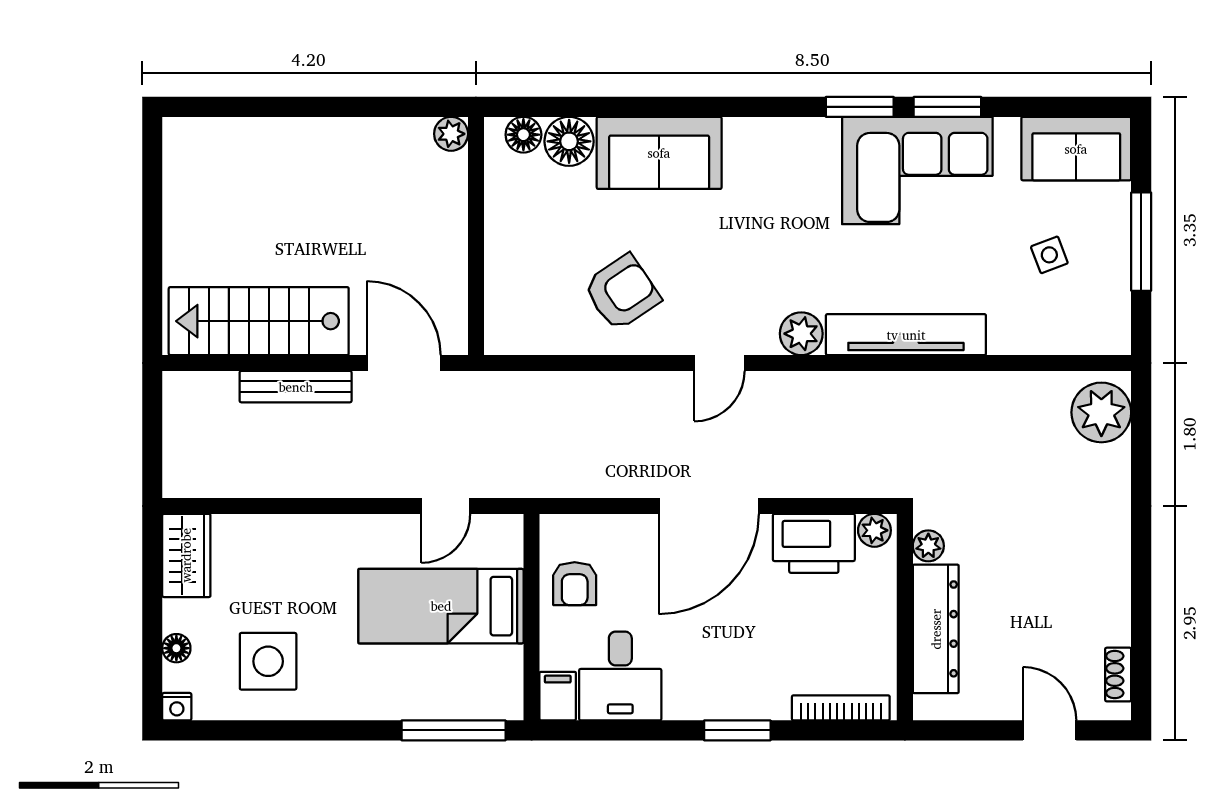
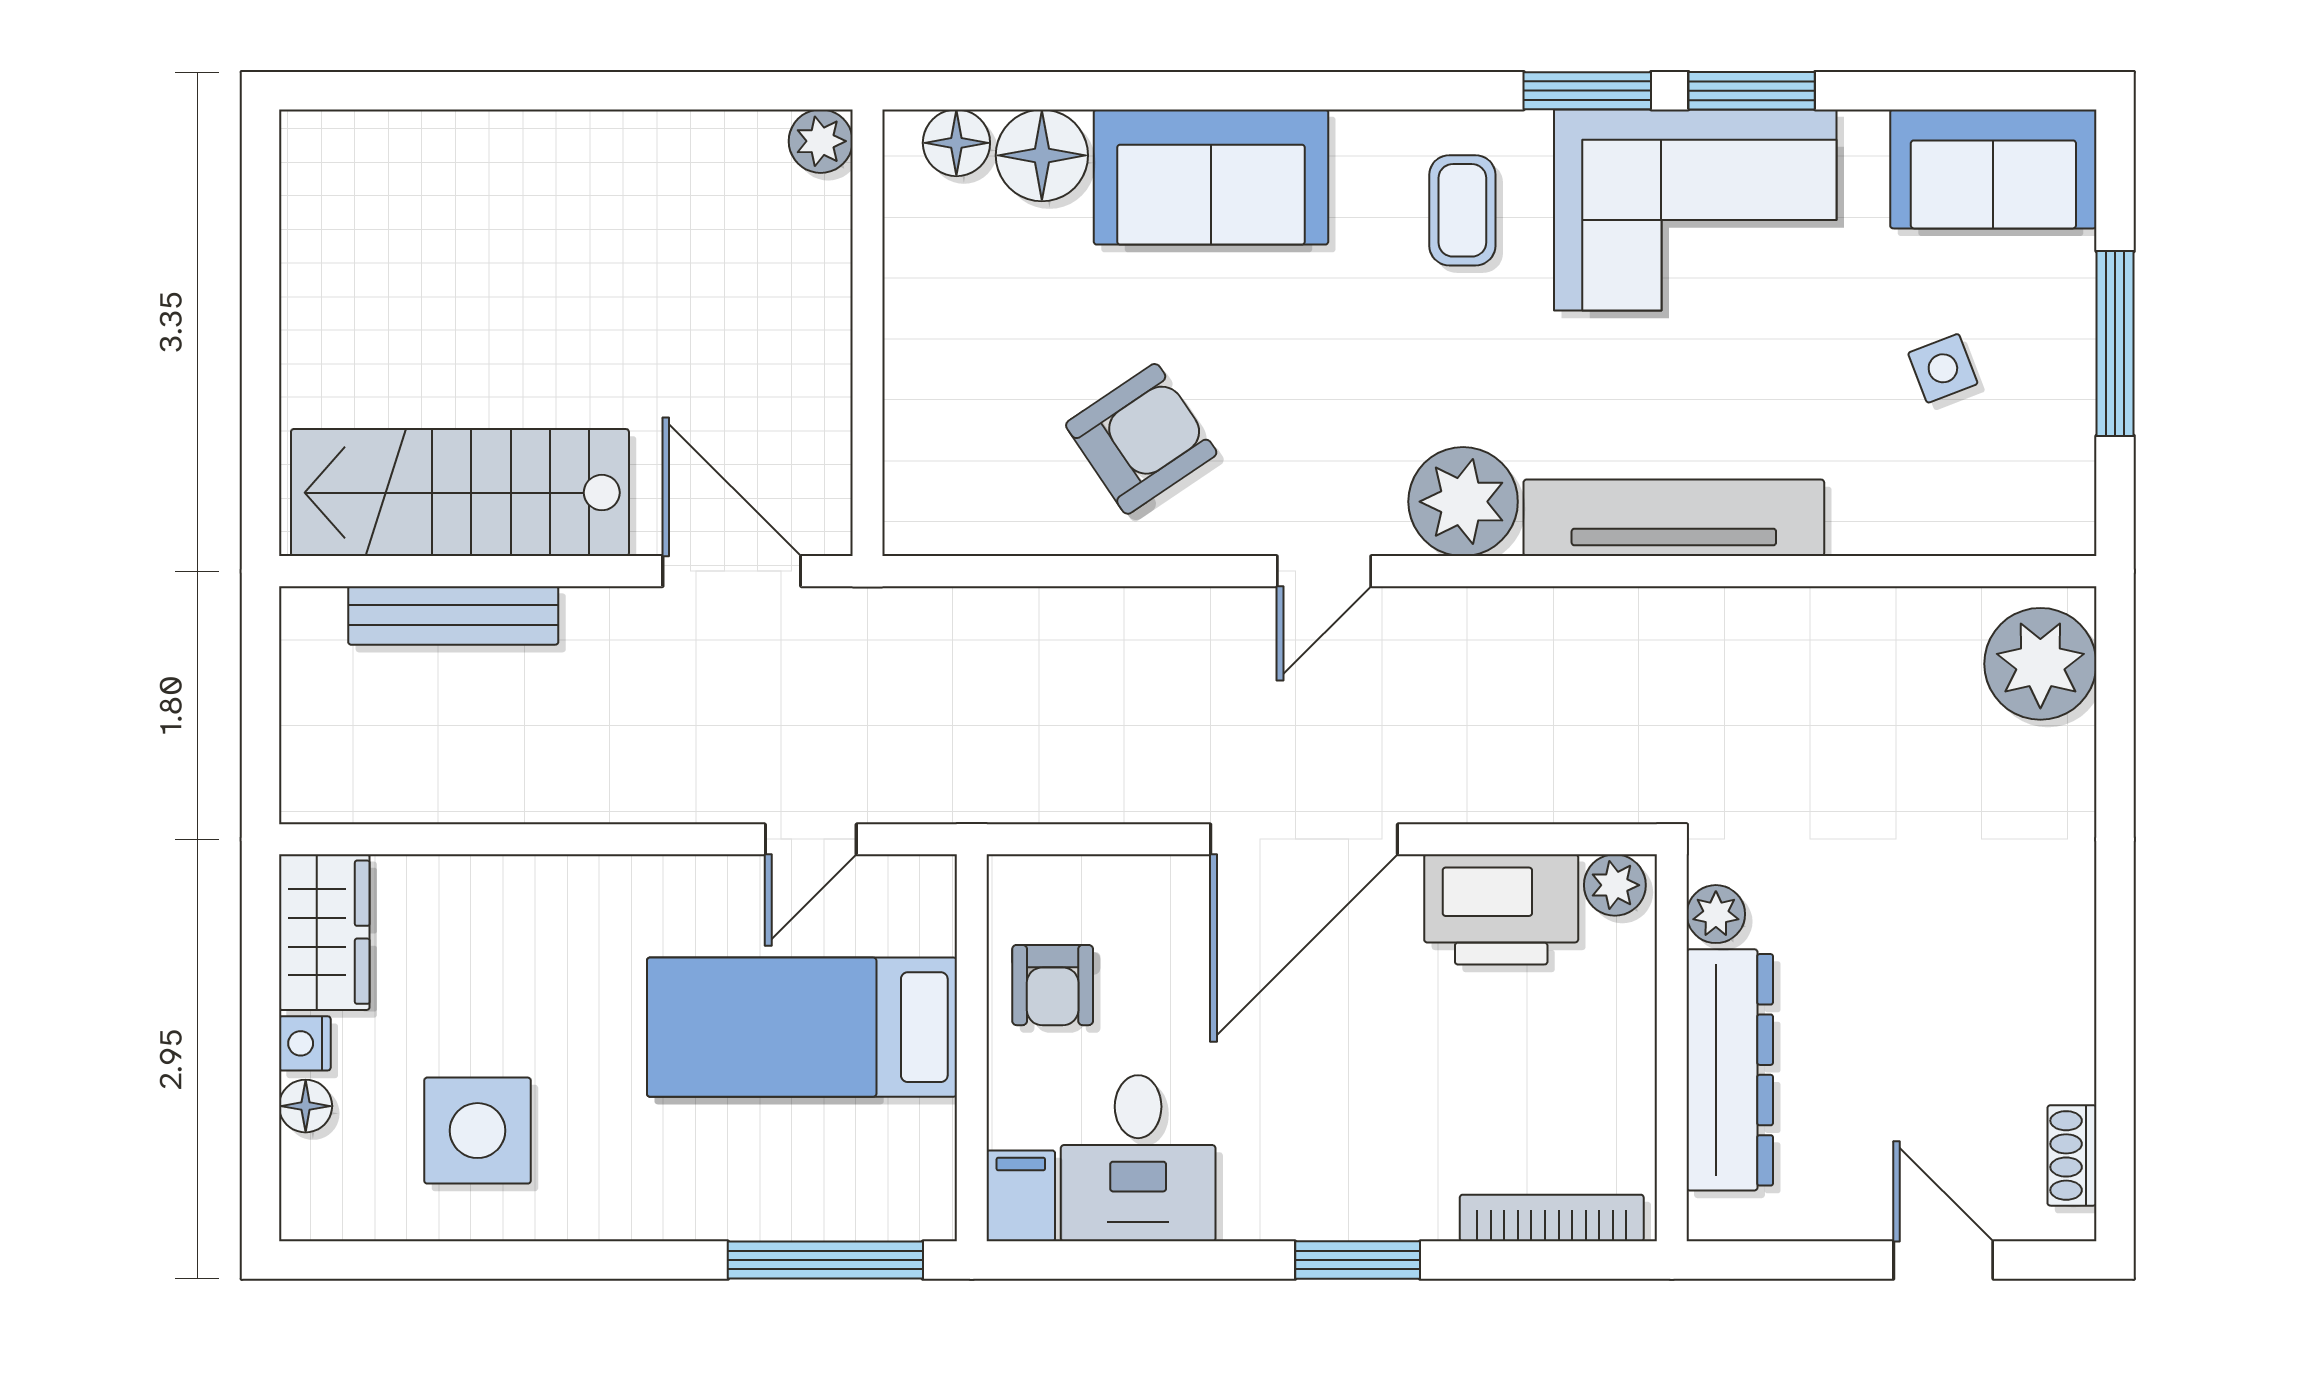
coffee table: (793, 171) -> (1462, 210), added
plant: (801, 334) -> (1463, 502), width x1.36, depth x1.36
bench: (296, 387) -> (453, 615), moved
nightstand: (177, 707) -> (305, 1043), moved, turned 90

